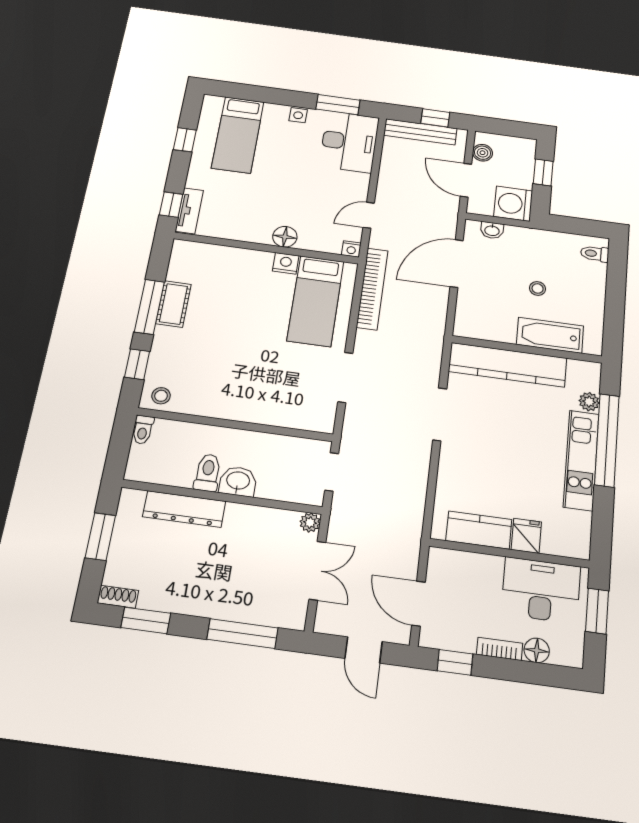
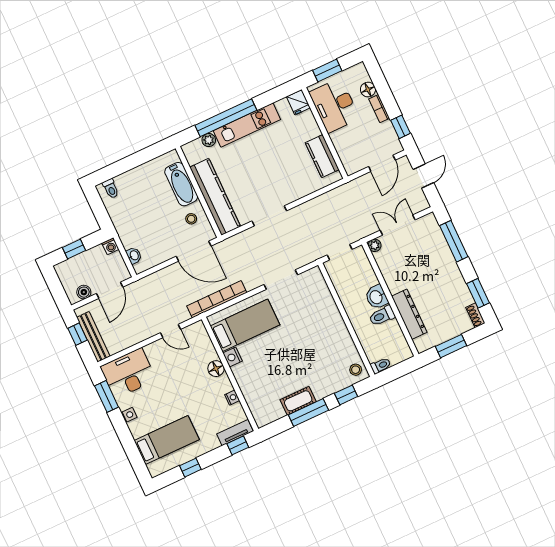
washing machine: (513, 204) -> (110, 246), width x0.53, depth x0.53
nightstand: (351, 249) -> (232, 398), moved
door: (457, 263) -> (194, 251), moved
stool: (538, 288) -> (191, 219), moved
fridge: (526, 536) -> (298, 102), moved, turned -90

